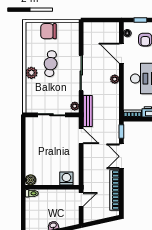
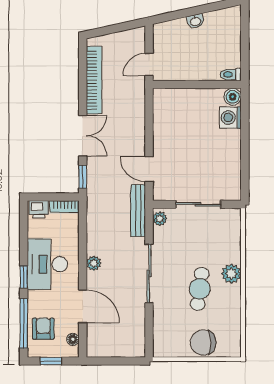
chair: (49, 31) -> (203, 342), turned 180
washing machine: (66, 179) -> (230, 118), moved, turned 90

